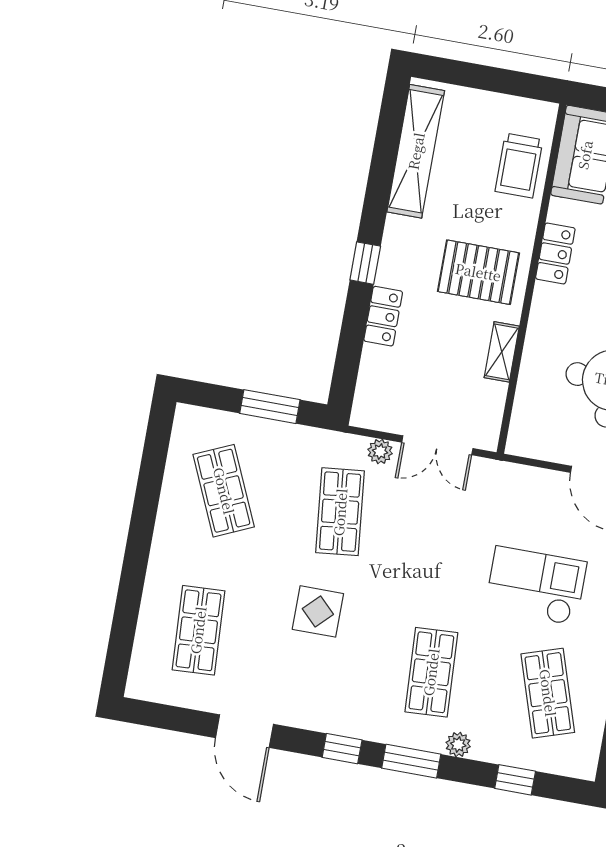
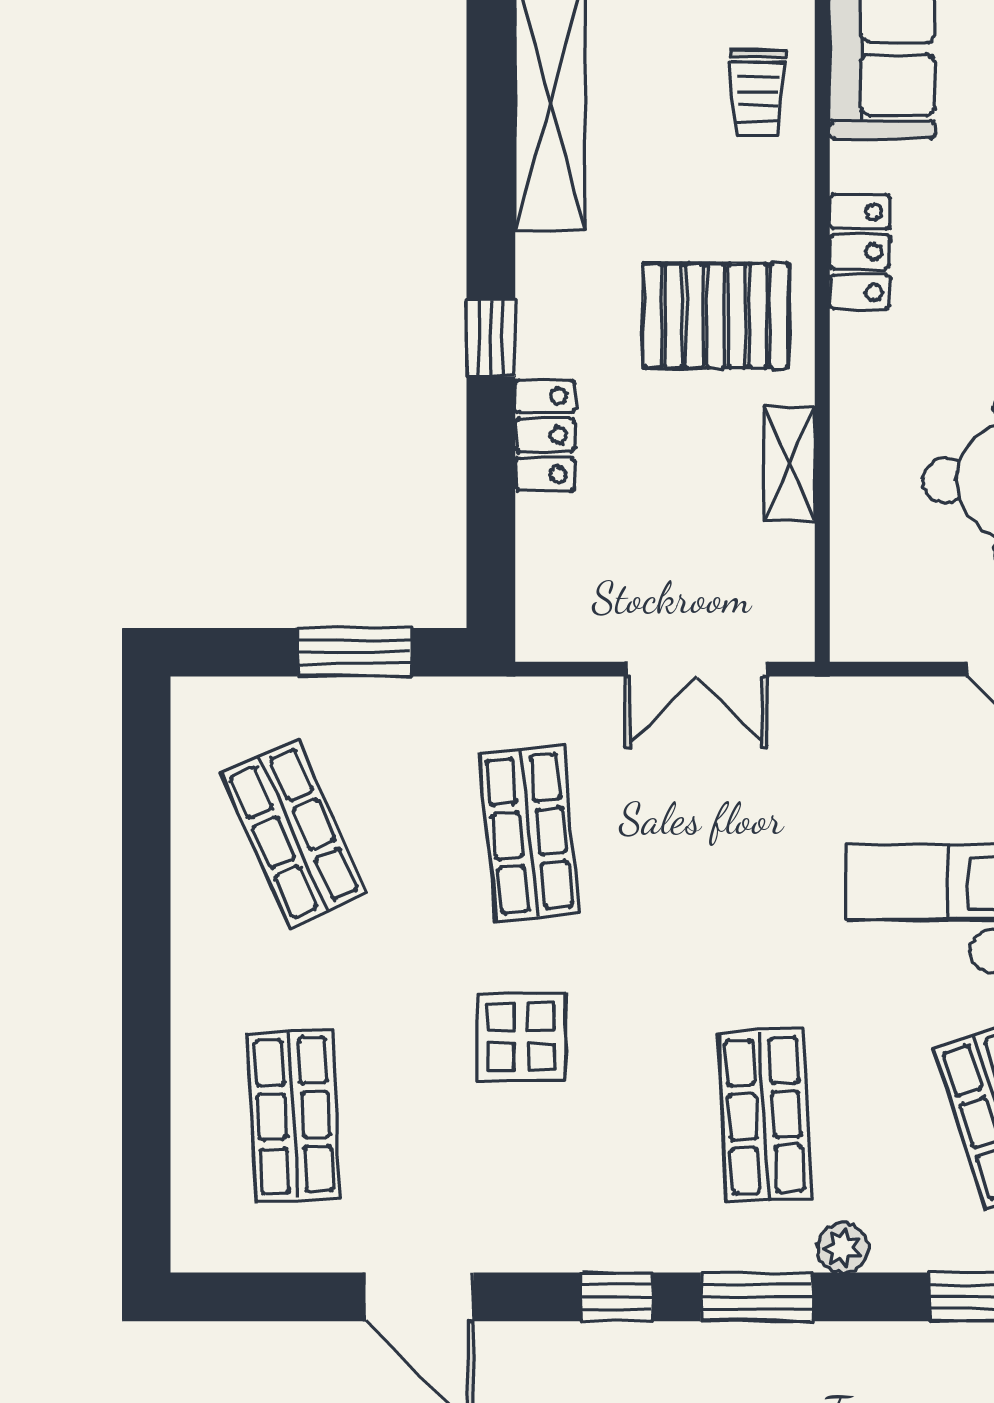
trolley: (519, 166) -> (758, 93), width x0.73, depth x0.72
plant: (380, 451) -> (586, 701), removed

